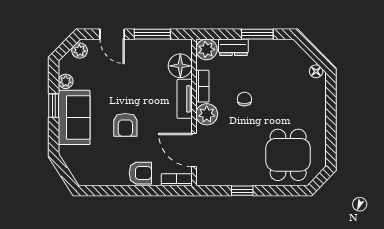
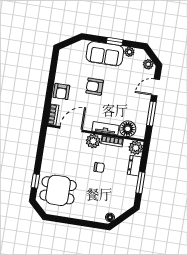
window: (242, 191) -> (35, 181), moved

